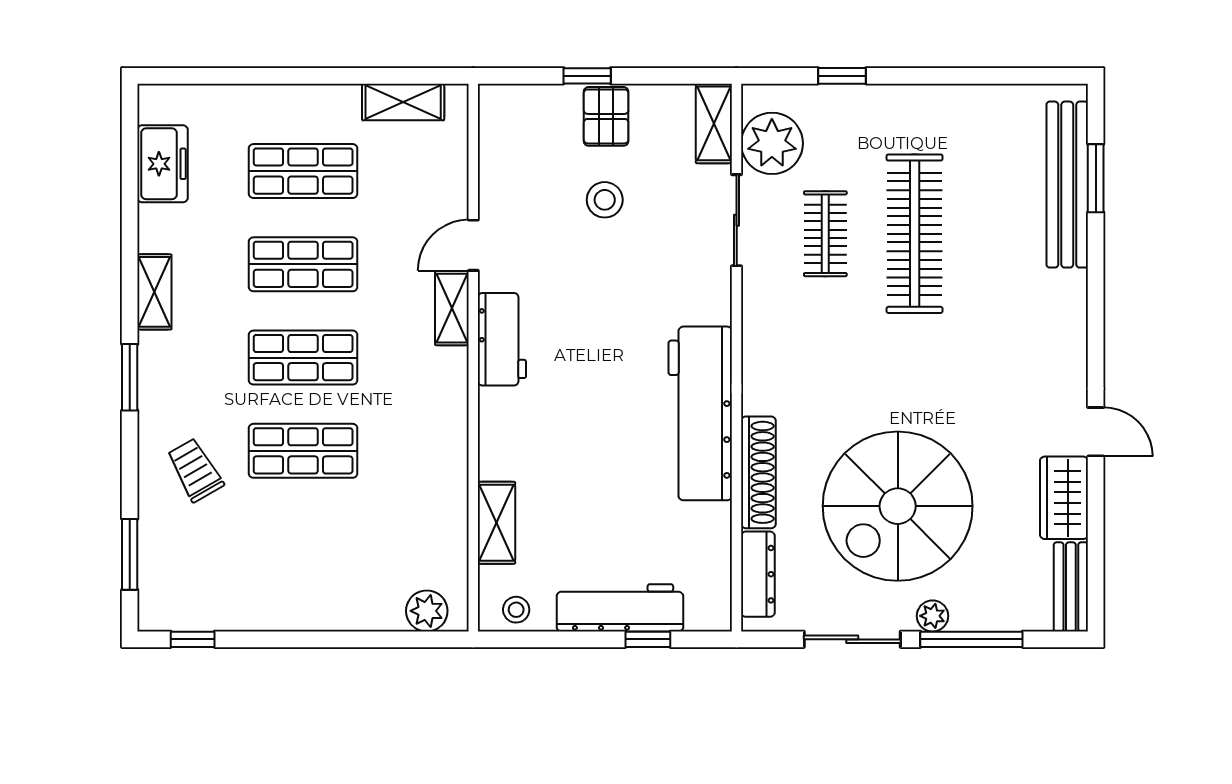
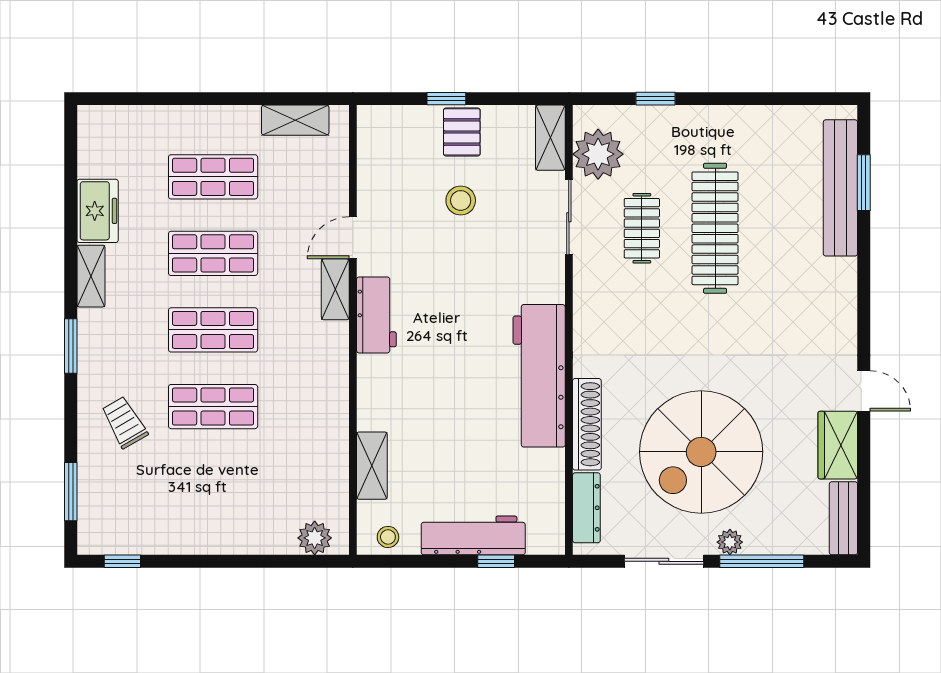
freezer: (163, 164) -> (98, 211), moved

